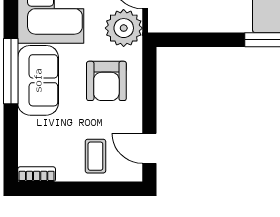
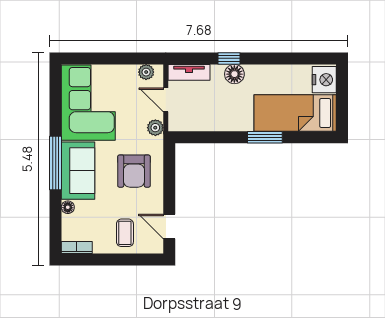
plant: (124, 28) -> (155, 128), width x0.53, depth x0.53
floor lamp: (26, 125) -> (68, 207), added

